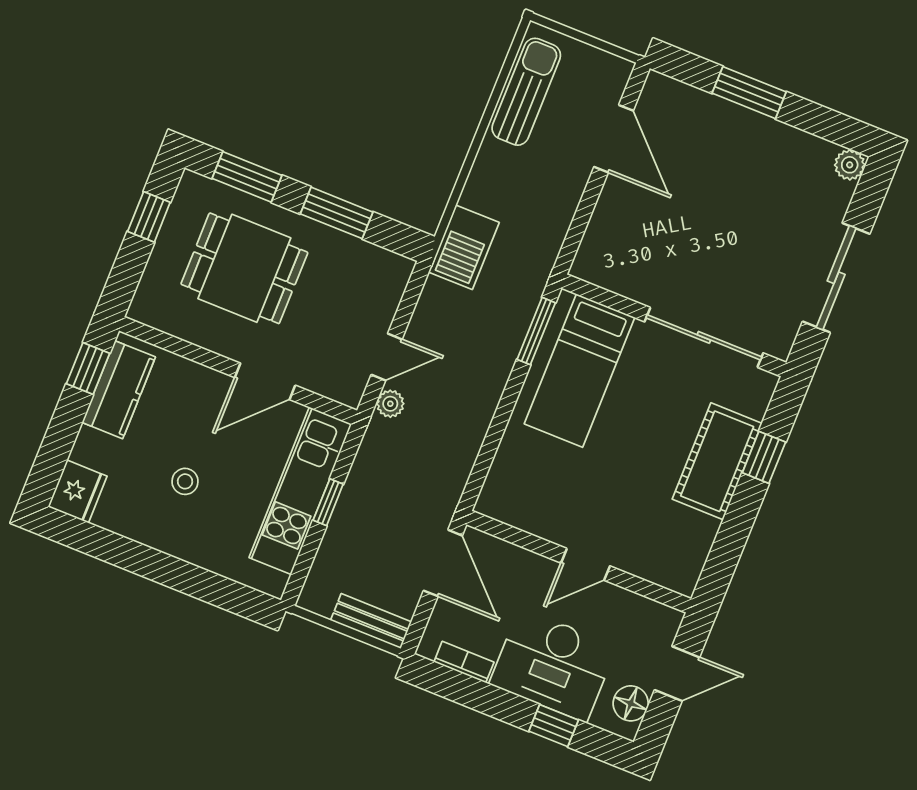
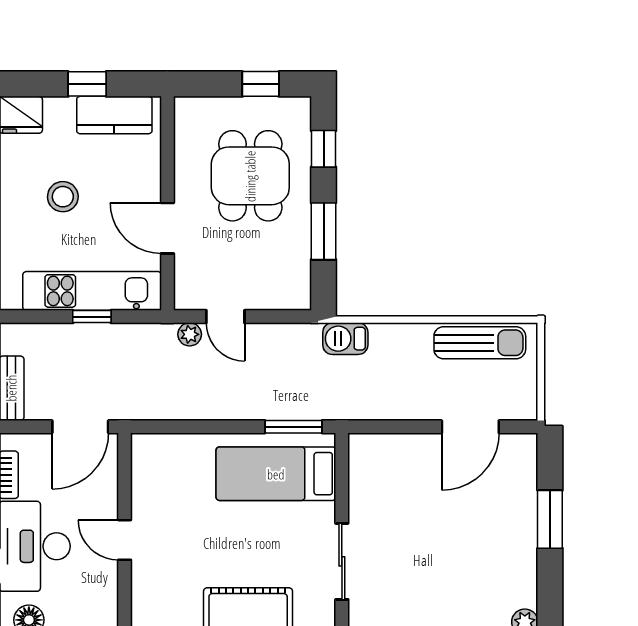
window: (247, 177) -> (324, 149), width x0.67
barbecue: (464, 247) -> (345, 339), width x0.73, depth x0.79
sliding door: (704, 337) -> (342, 561), width x0.73
window: (88, 368) -> (87, 84), moved
stool: (185, 481) -> (63, 197), width x1.37, depth x1.37

